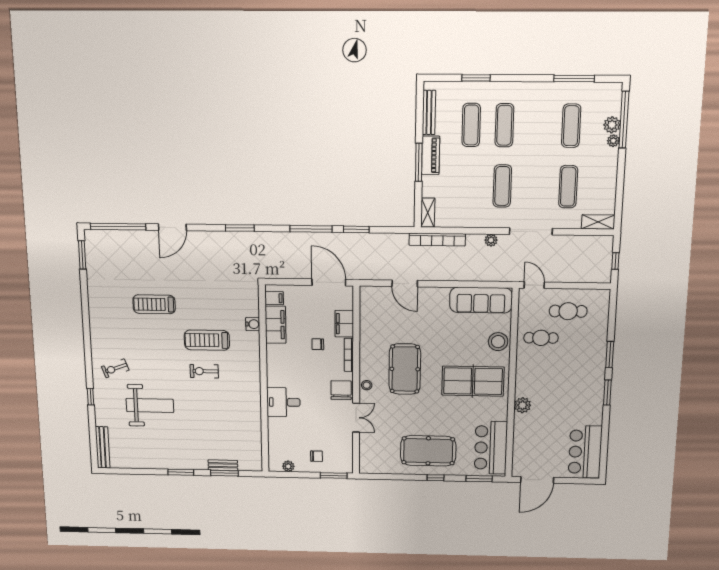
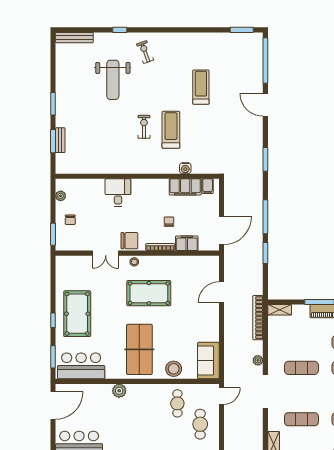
sofa: (481, 300) -> (208, 361), width x0.73
door: (537, 480) -> (53, 405), swing flipped

